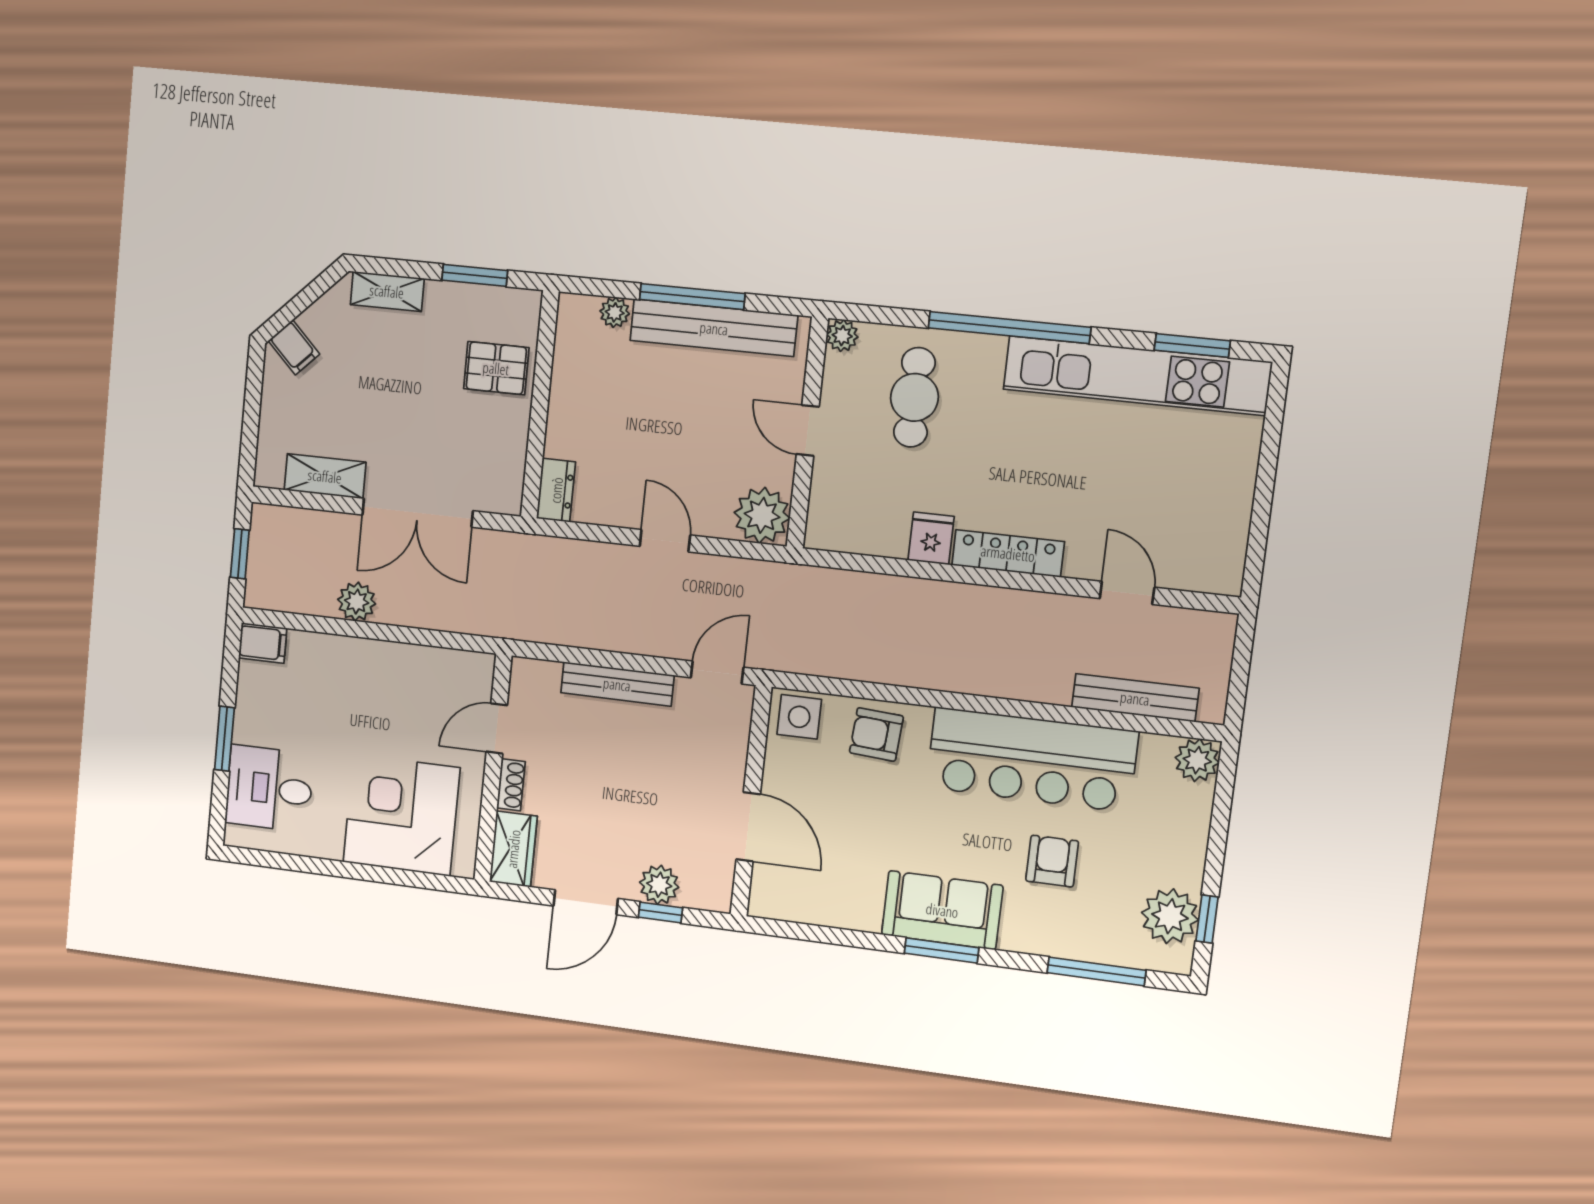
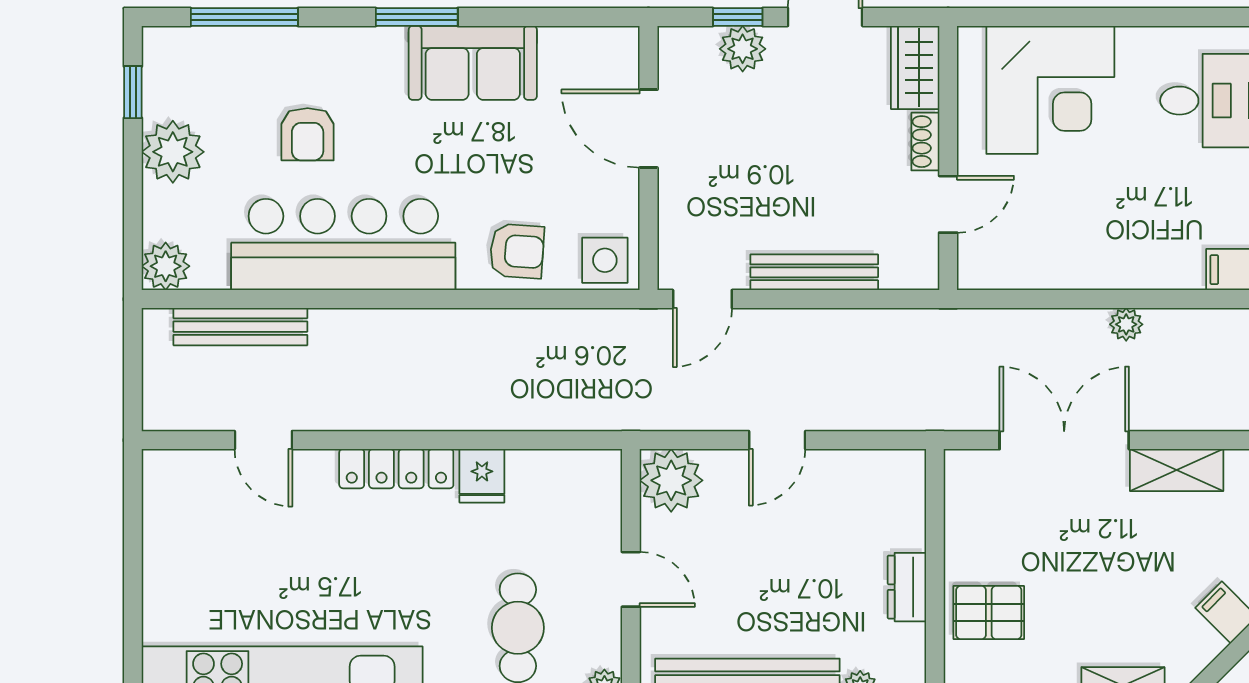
dresser: (556, 490) -> (907, 587), moved
door: (665, 541) -> (777, 440), hinge flipped
plant: (357, 602) -> (1126, 324), width x0.73, depth x0.73
sofa: (942, 910) -> (473, 63), moved
plant: (1170, 916) -> (173, 152), moved

